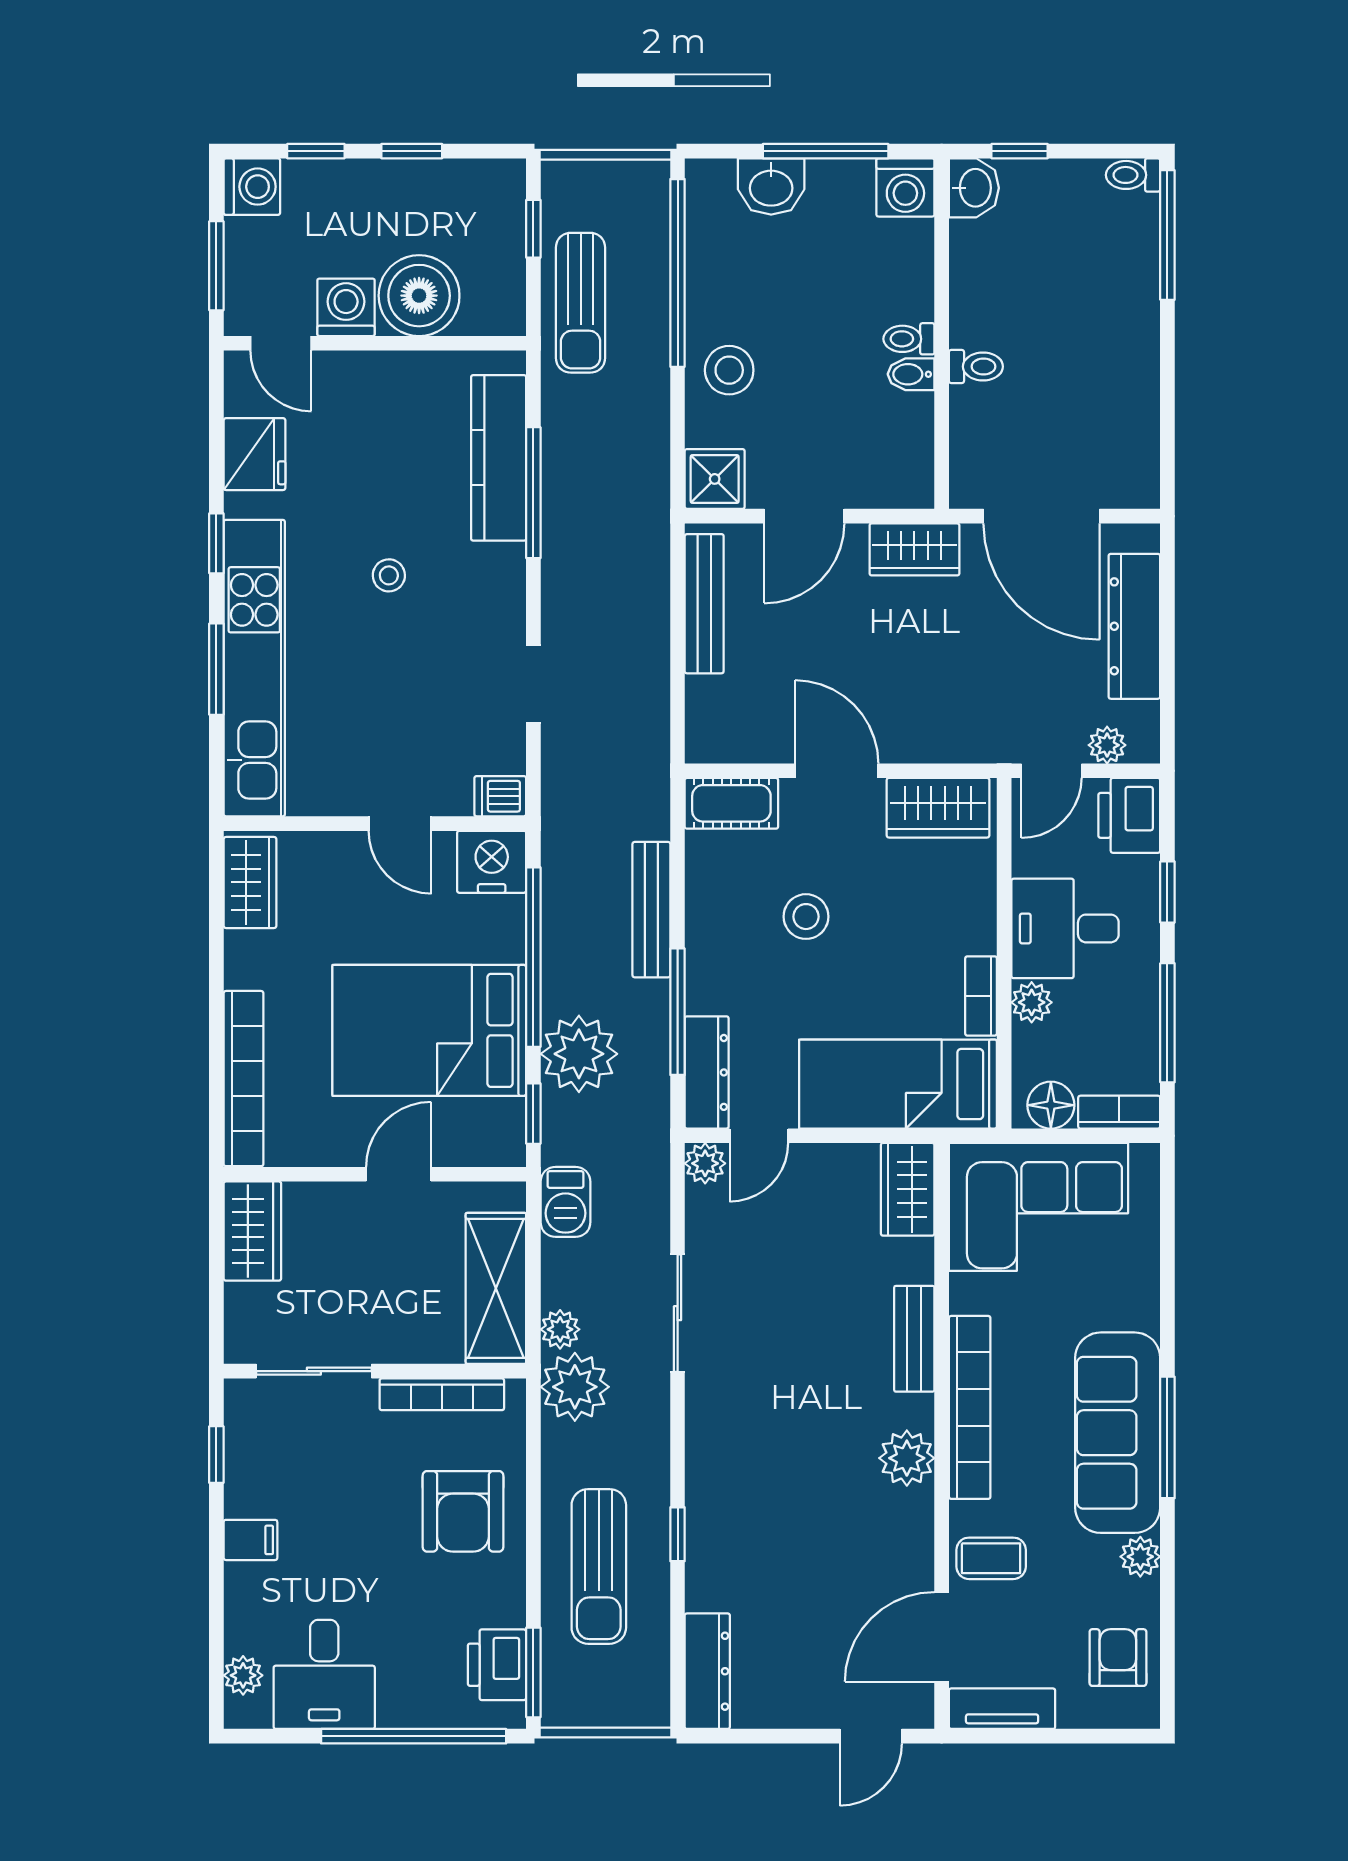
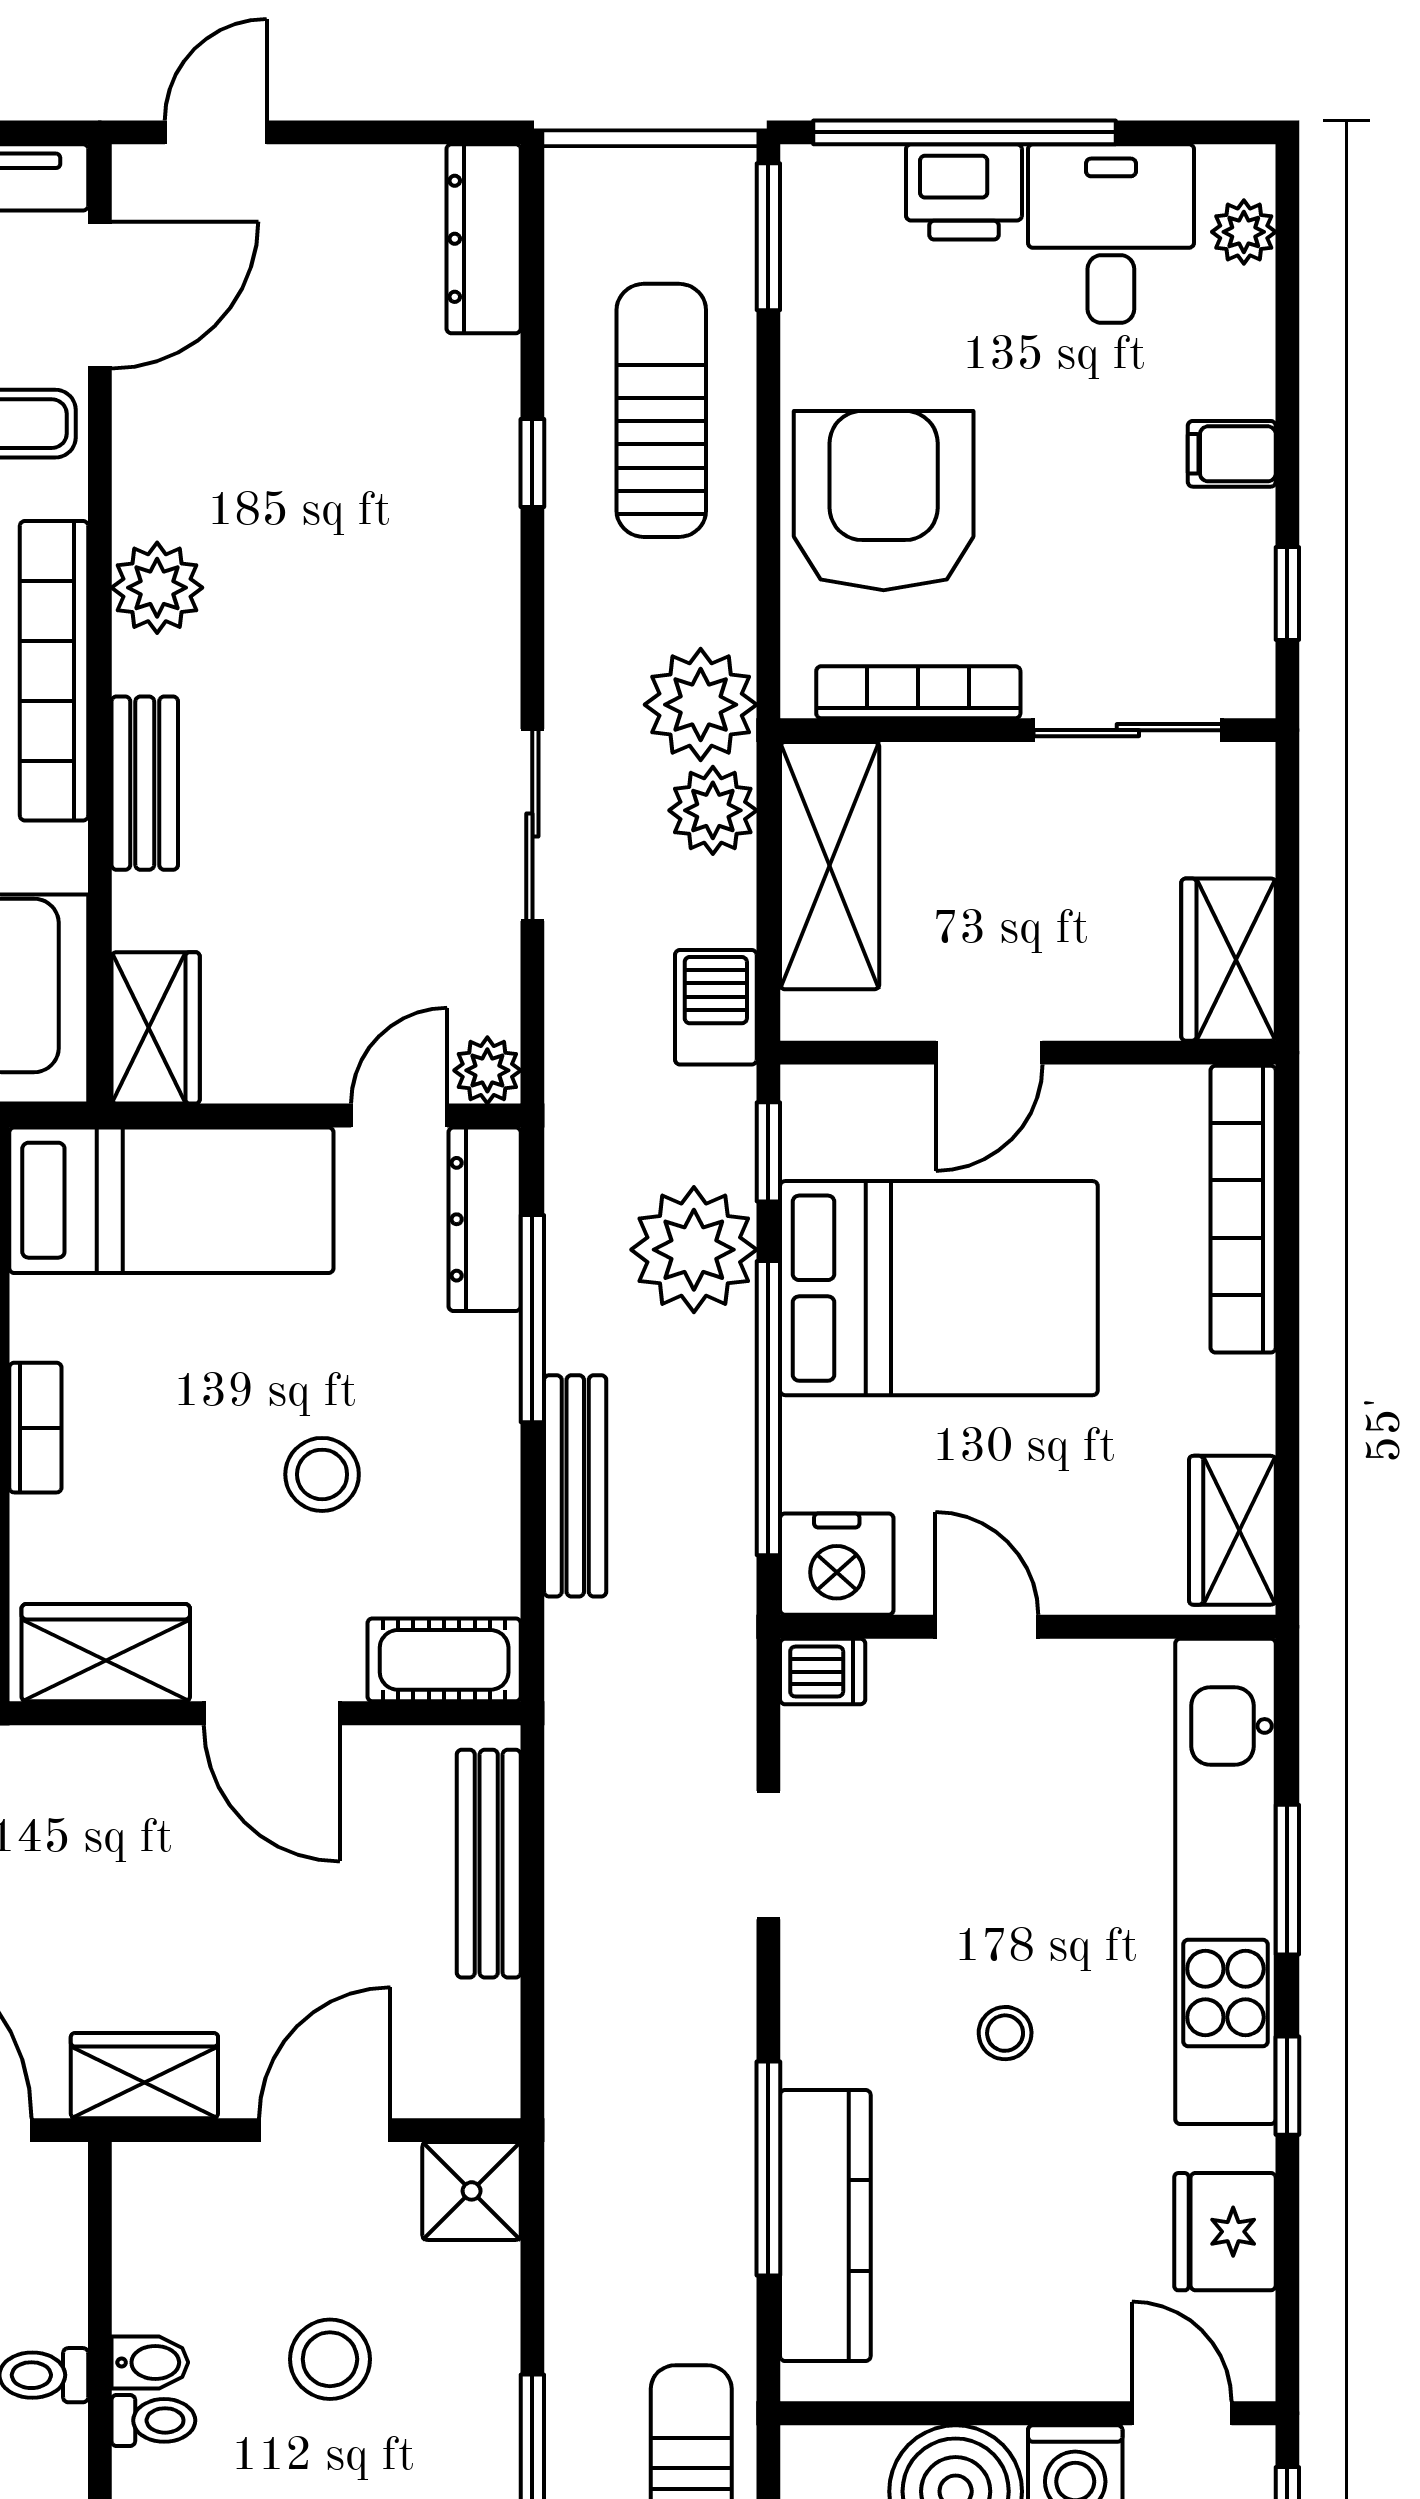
stool: (729, 370) -> (330, 2359), moved
bench: (704, 604) -> (489, 1864), moved
bookcase: (981, 996) -> (35, 1428), moved
plant: (560, 1329) -> (713, 810), width x1.38, depth x1.38
armchair: (463, 1511) -> (884, 501), width x1.36, depth x1.36
printer: (497, 1665) -> (964, 192), moved, turned 90

